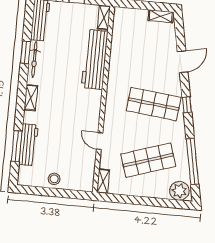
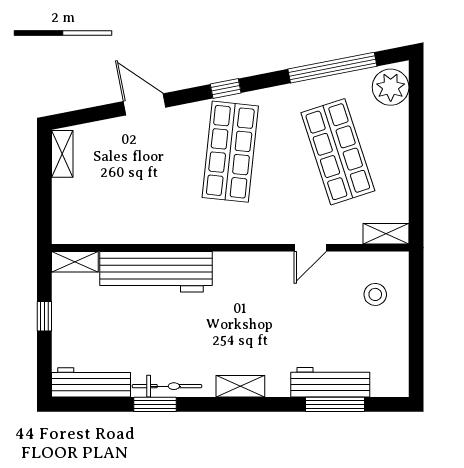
stool: (54, 179) -> (375, 294), moved

